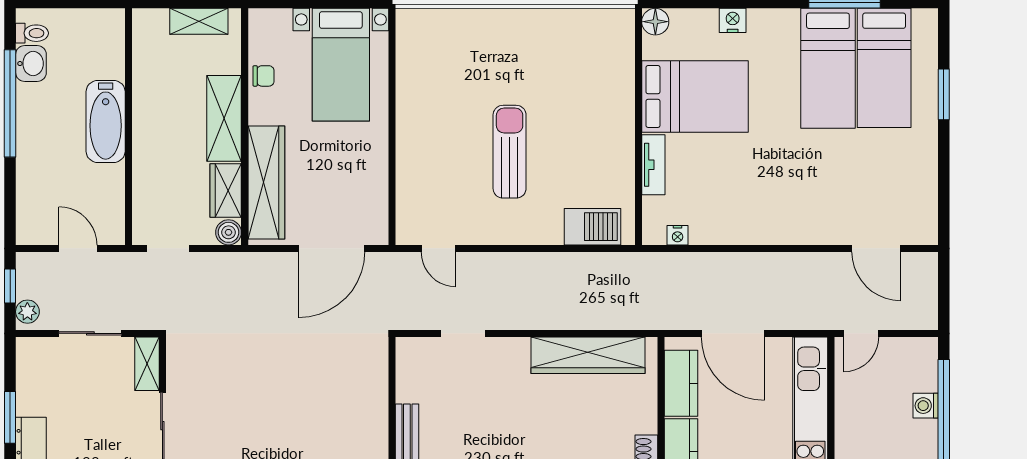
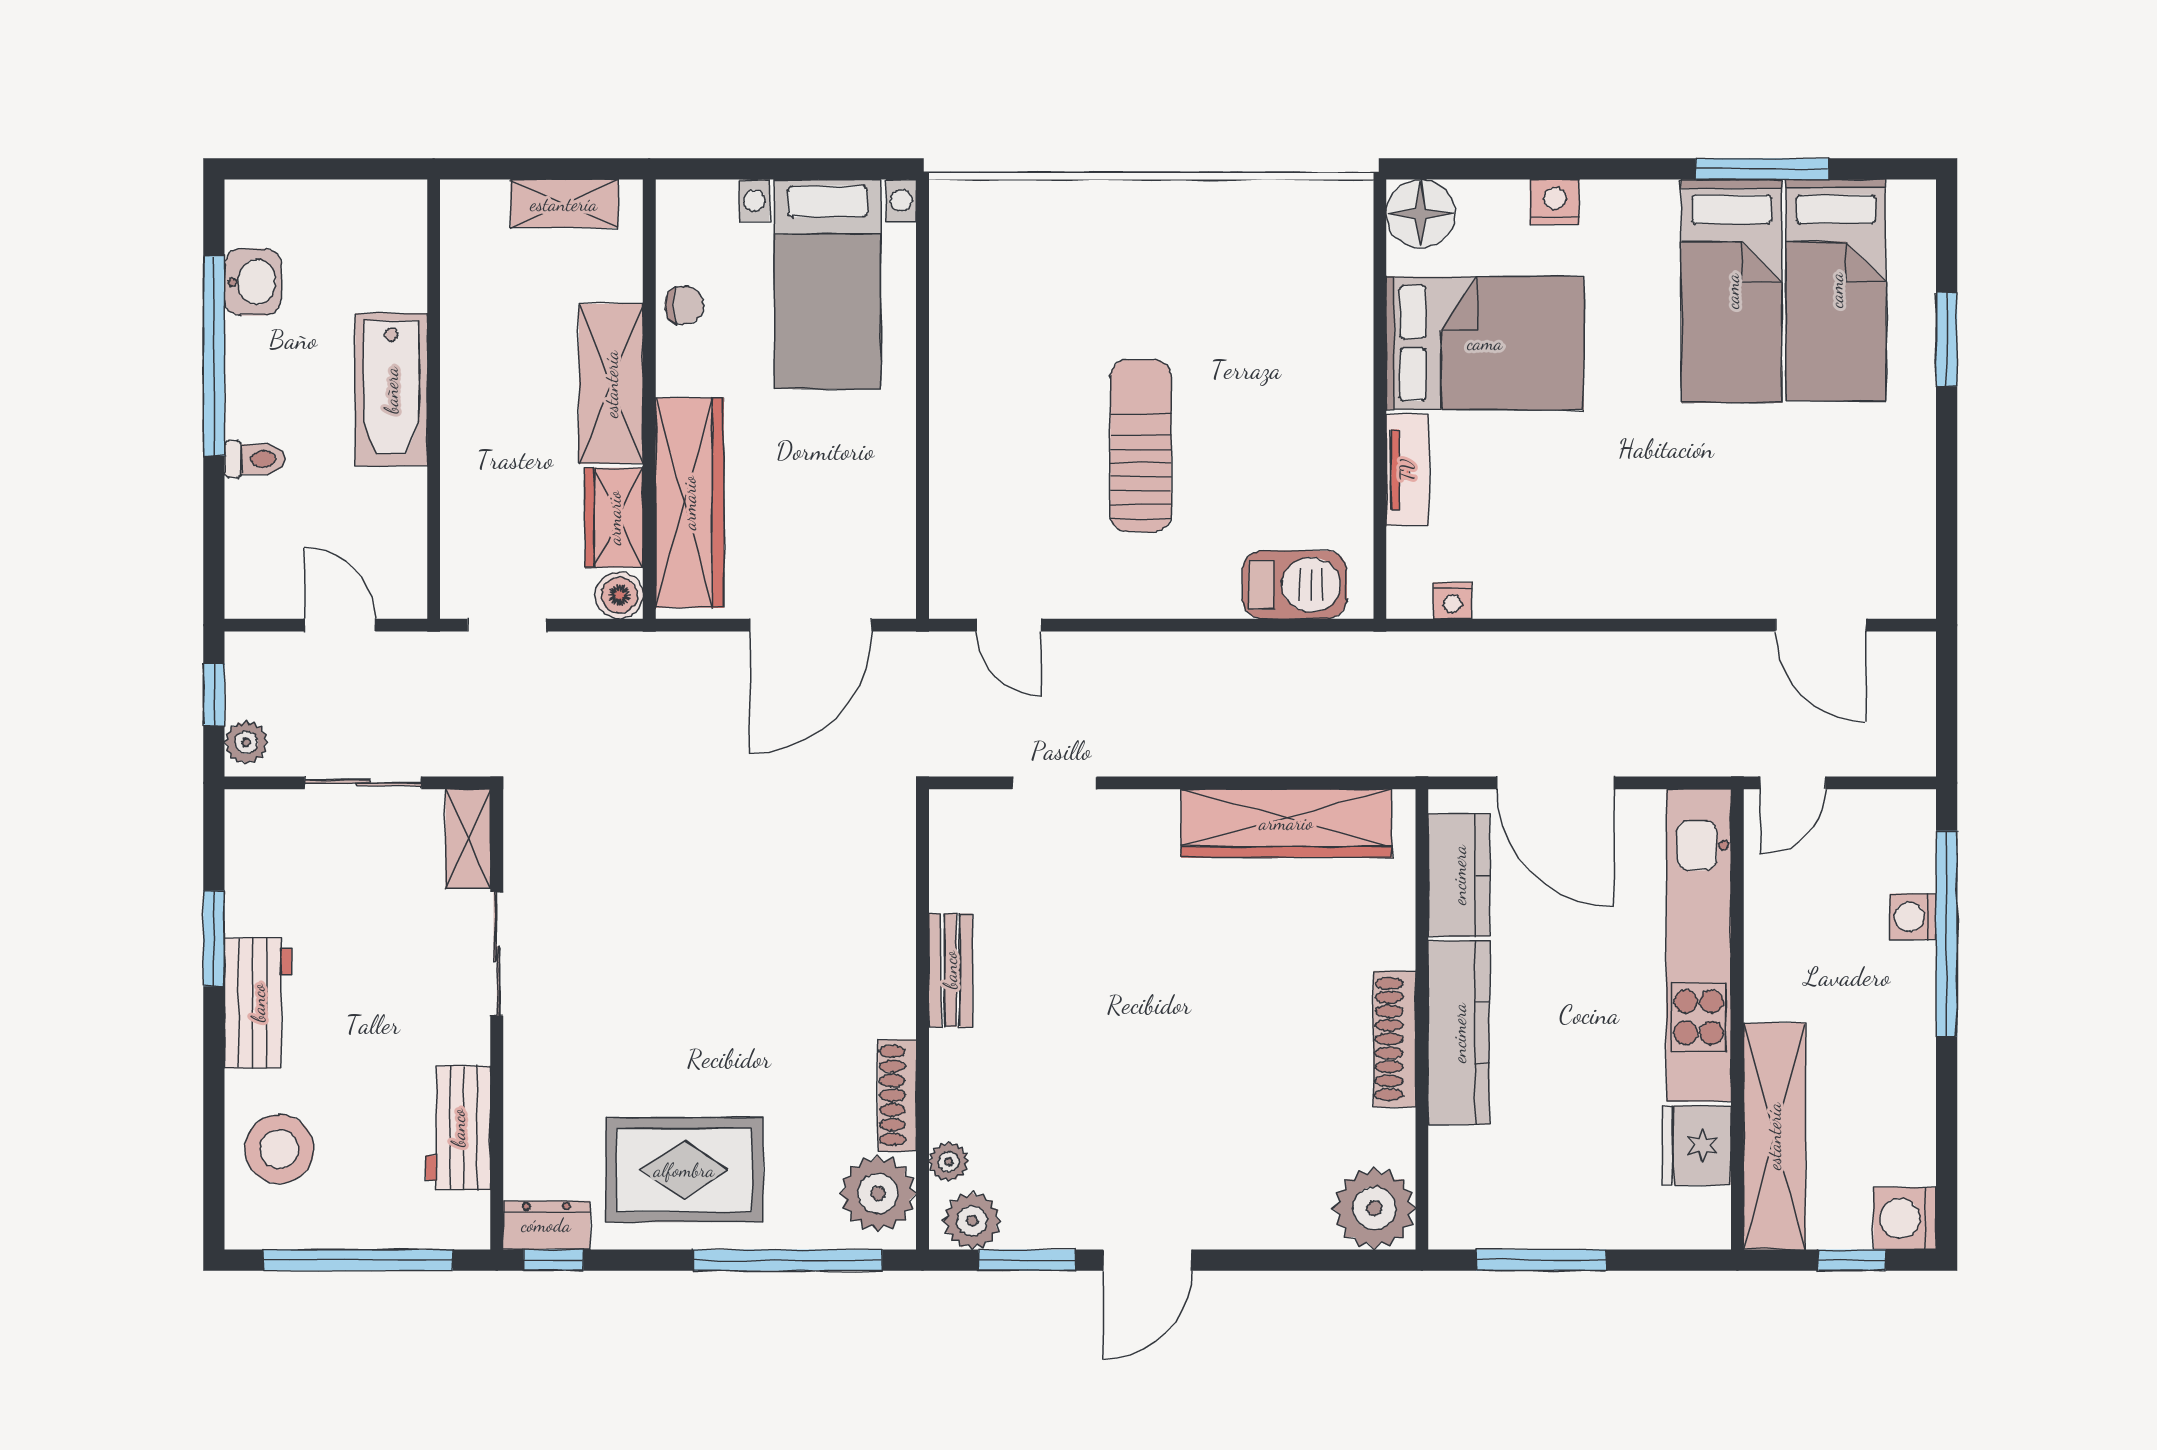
floor lamp: (655, 22) -> (1420, 214), width x1.38, depth x1.38
toilet: (32, 33) -> (255, 459), moved

